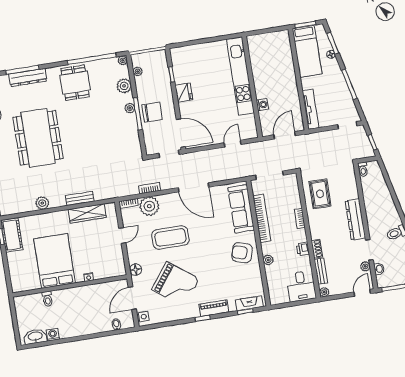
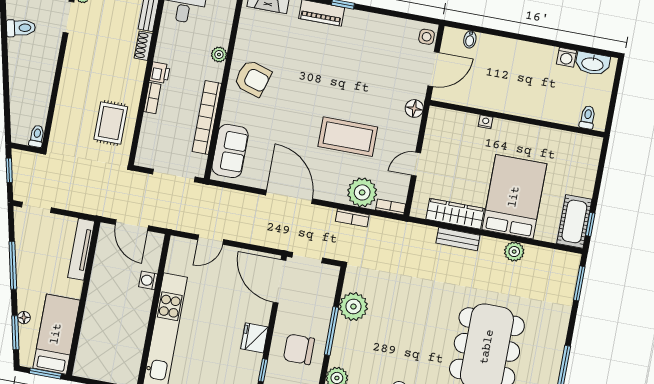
plant: (130, 108) -> (353, 307), moved, width x1.88, depth x1.88
chair: (152, 112) -> (299, 349), moved
door: (285, 135) -> (132, 225), hinge flipped
sofa: (241, 209) -> (230, 151), width x0.73
dresser: (355, 219) -> (73, 68), removed
printer: (303, 249) -> (160, 73), moved
bed: (55, 261) -> (514, 197), moved, turned 180
grand piano: (175, 284) -> (364, 67), removed
toilet: (47, 299) -> (588, 117), moved

